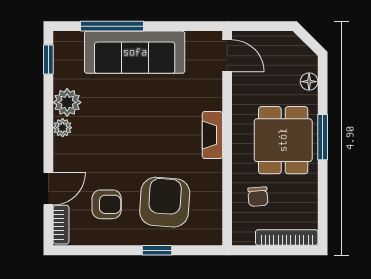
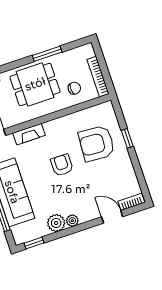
fireplace: (212, 135) -> (29, 134), moved
window: (323, 137) -> (47, 54), moved
armchair: (107, 204) -> (62, 165), moved
bookcase: (287, 238) -> (98, 77), moved

